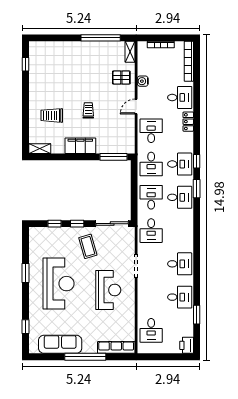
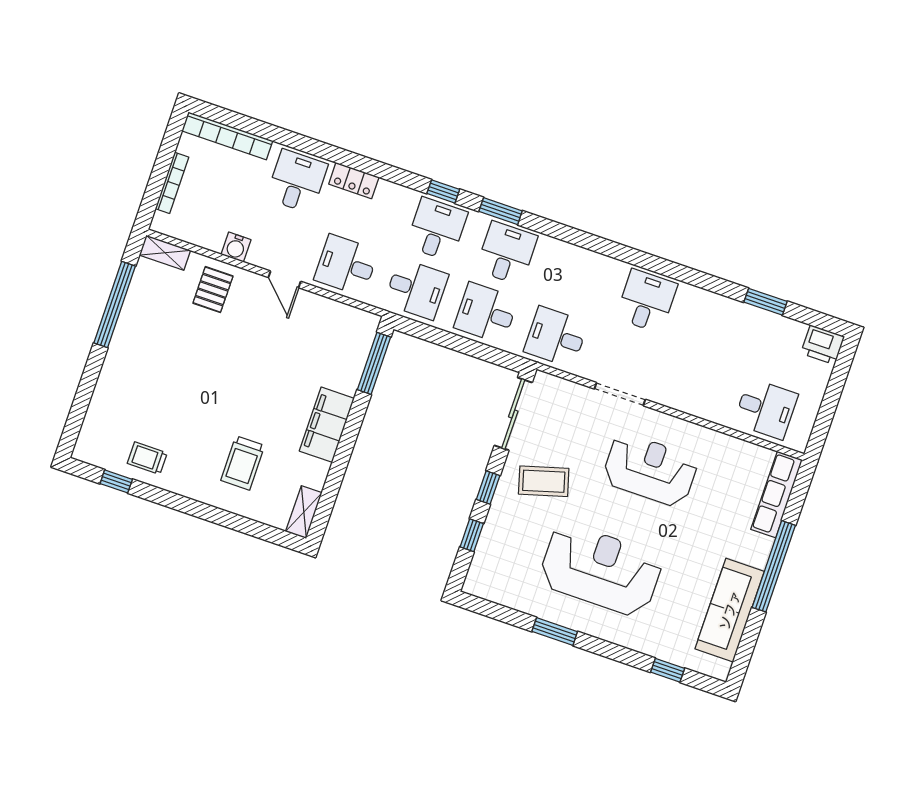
trolley: (88, 110) -> (147, 458), moved
desk: (151, 231) -> (556, 337), turned 180
desk: (180, 297) -> (716, 325), removed

